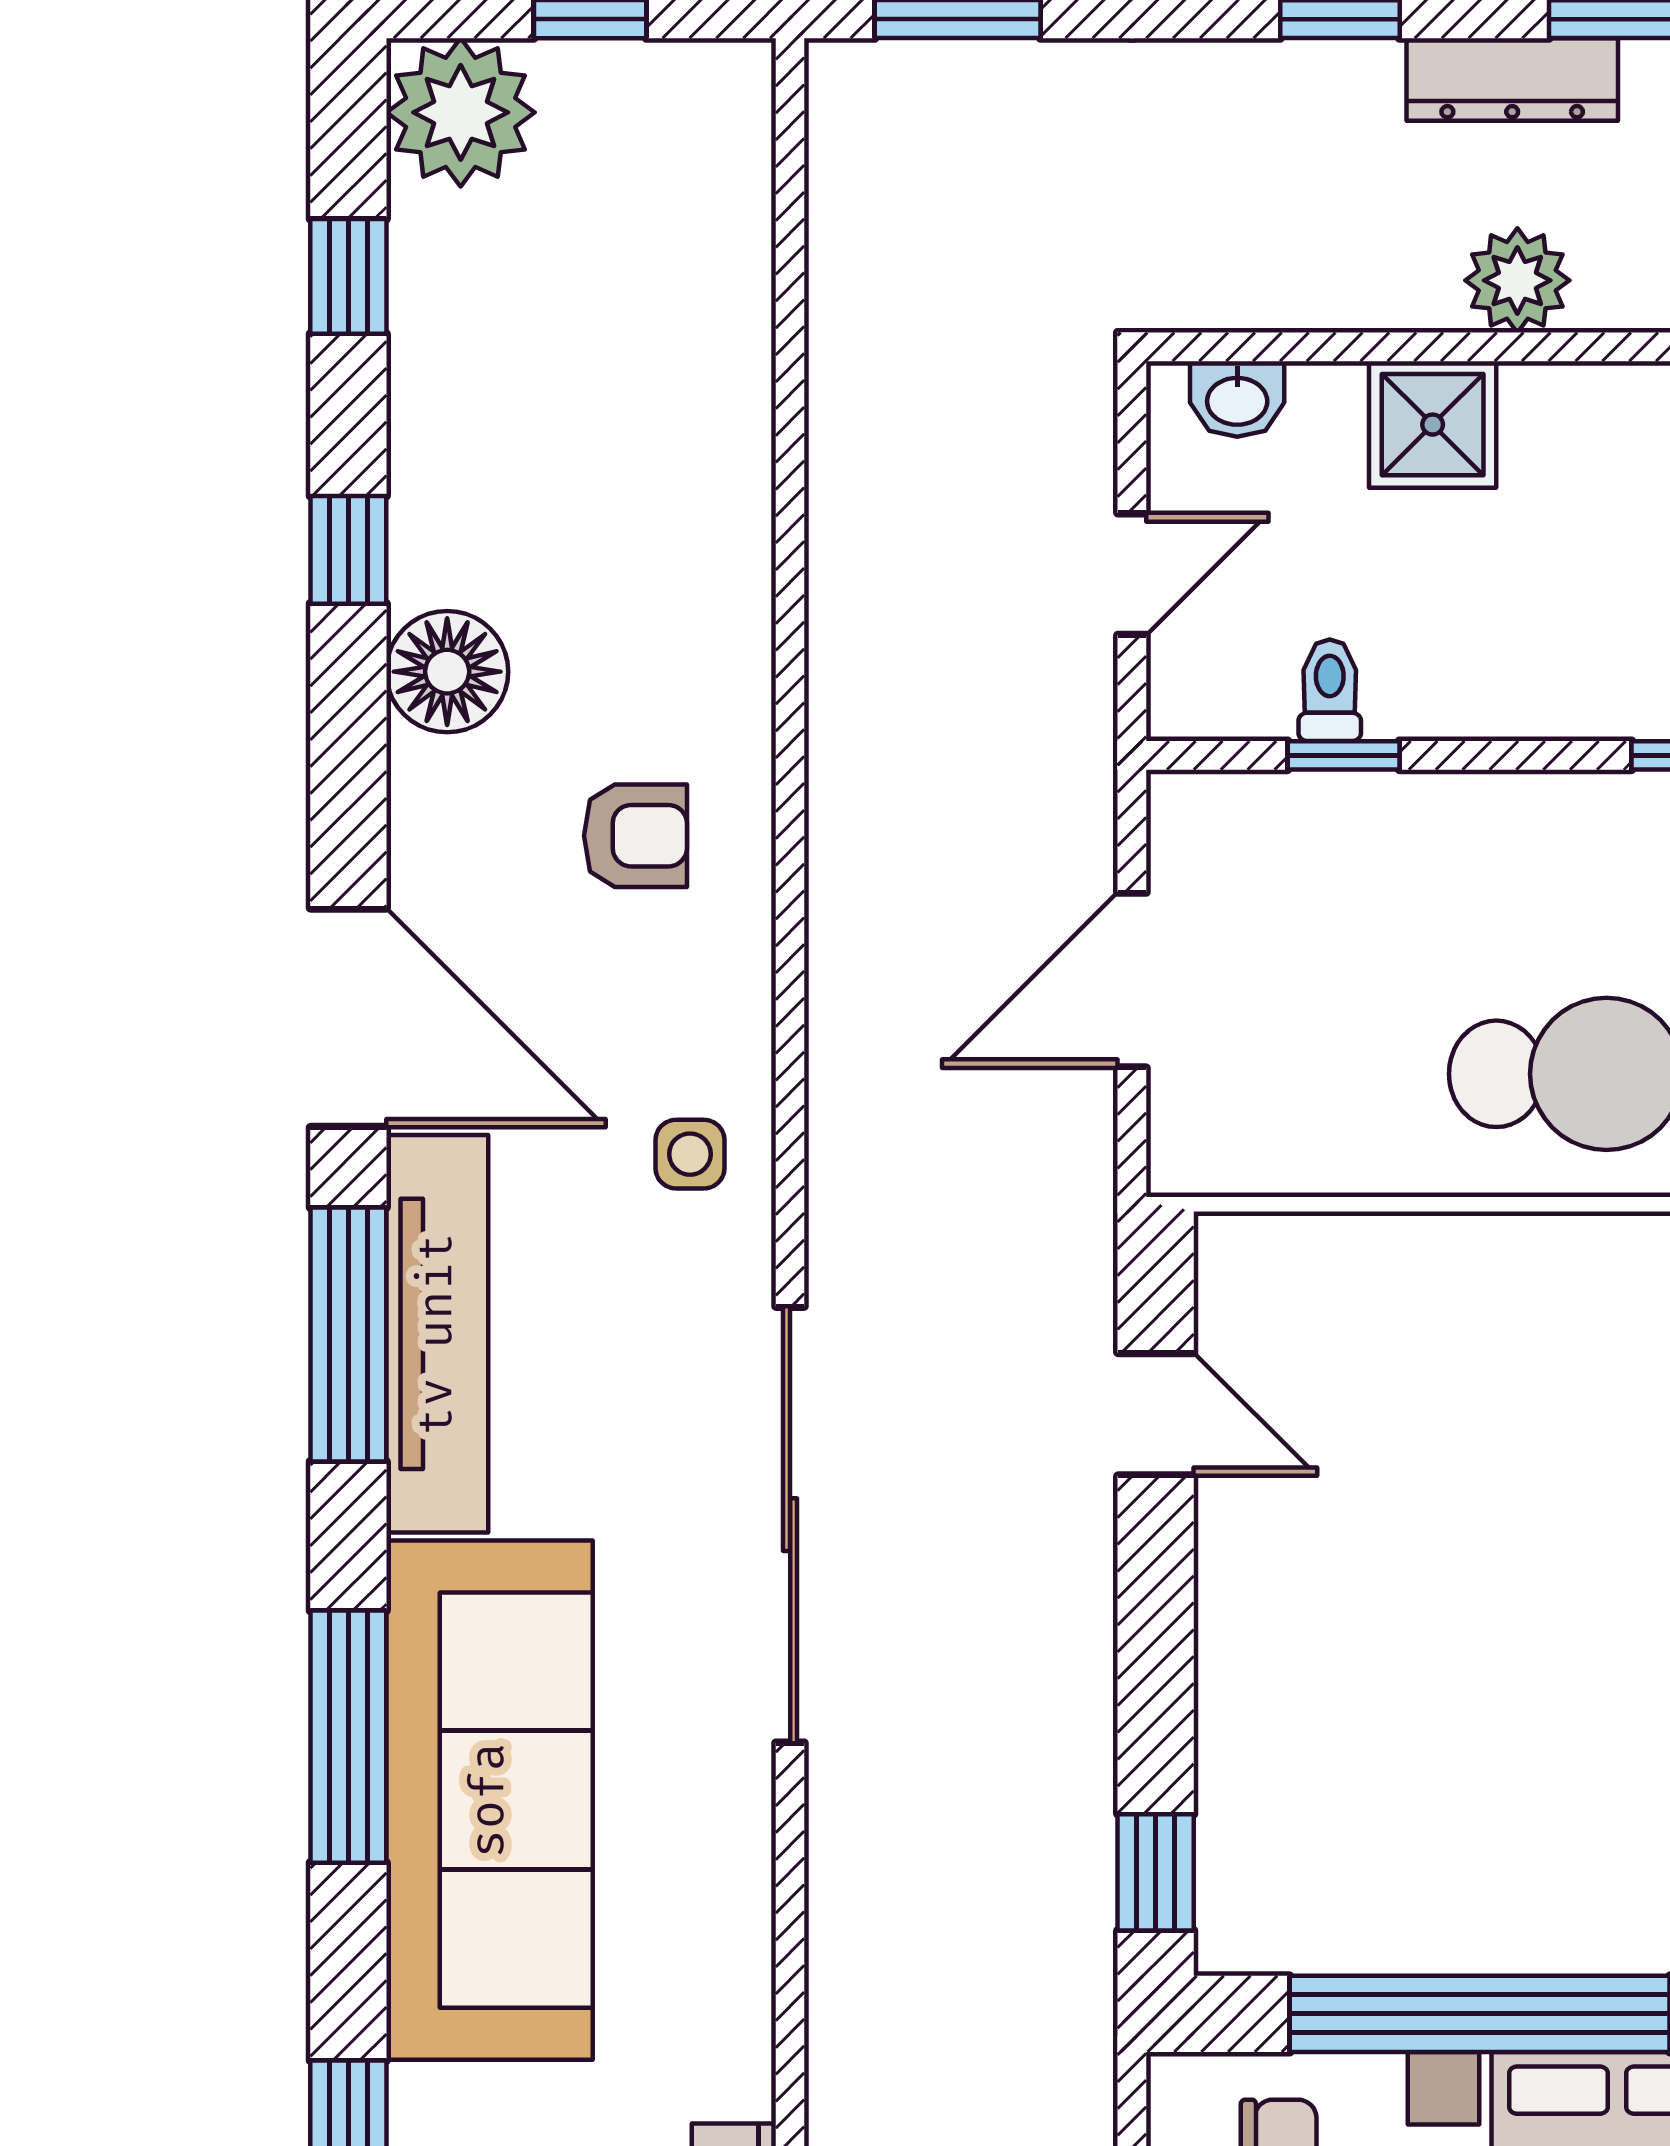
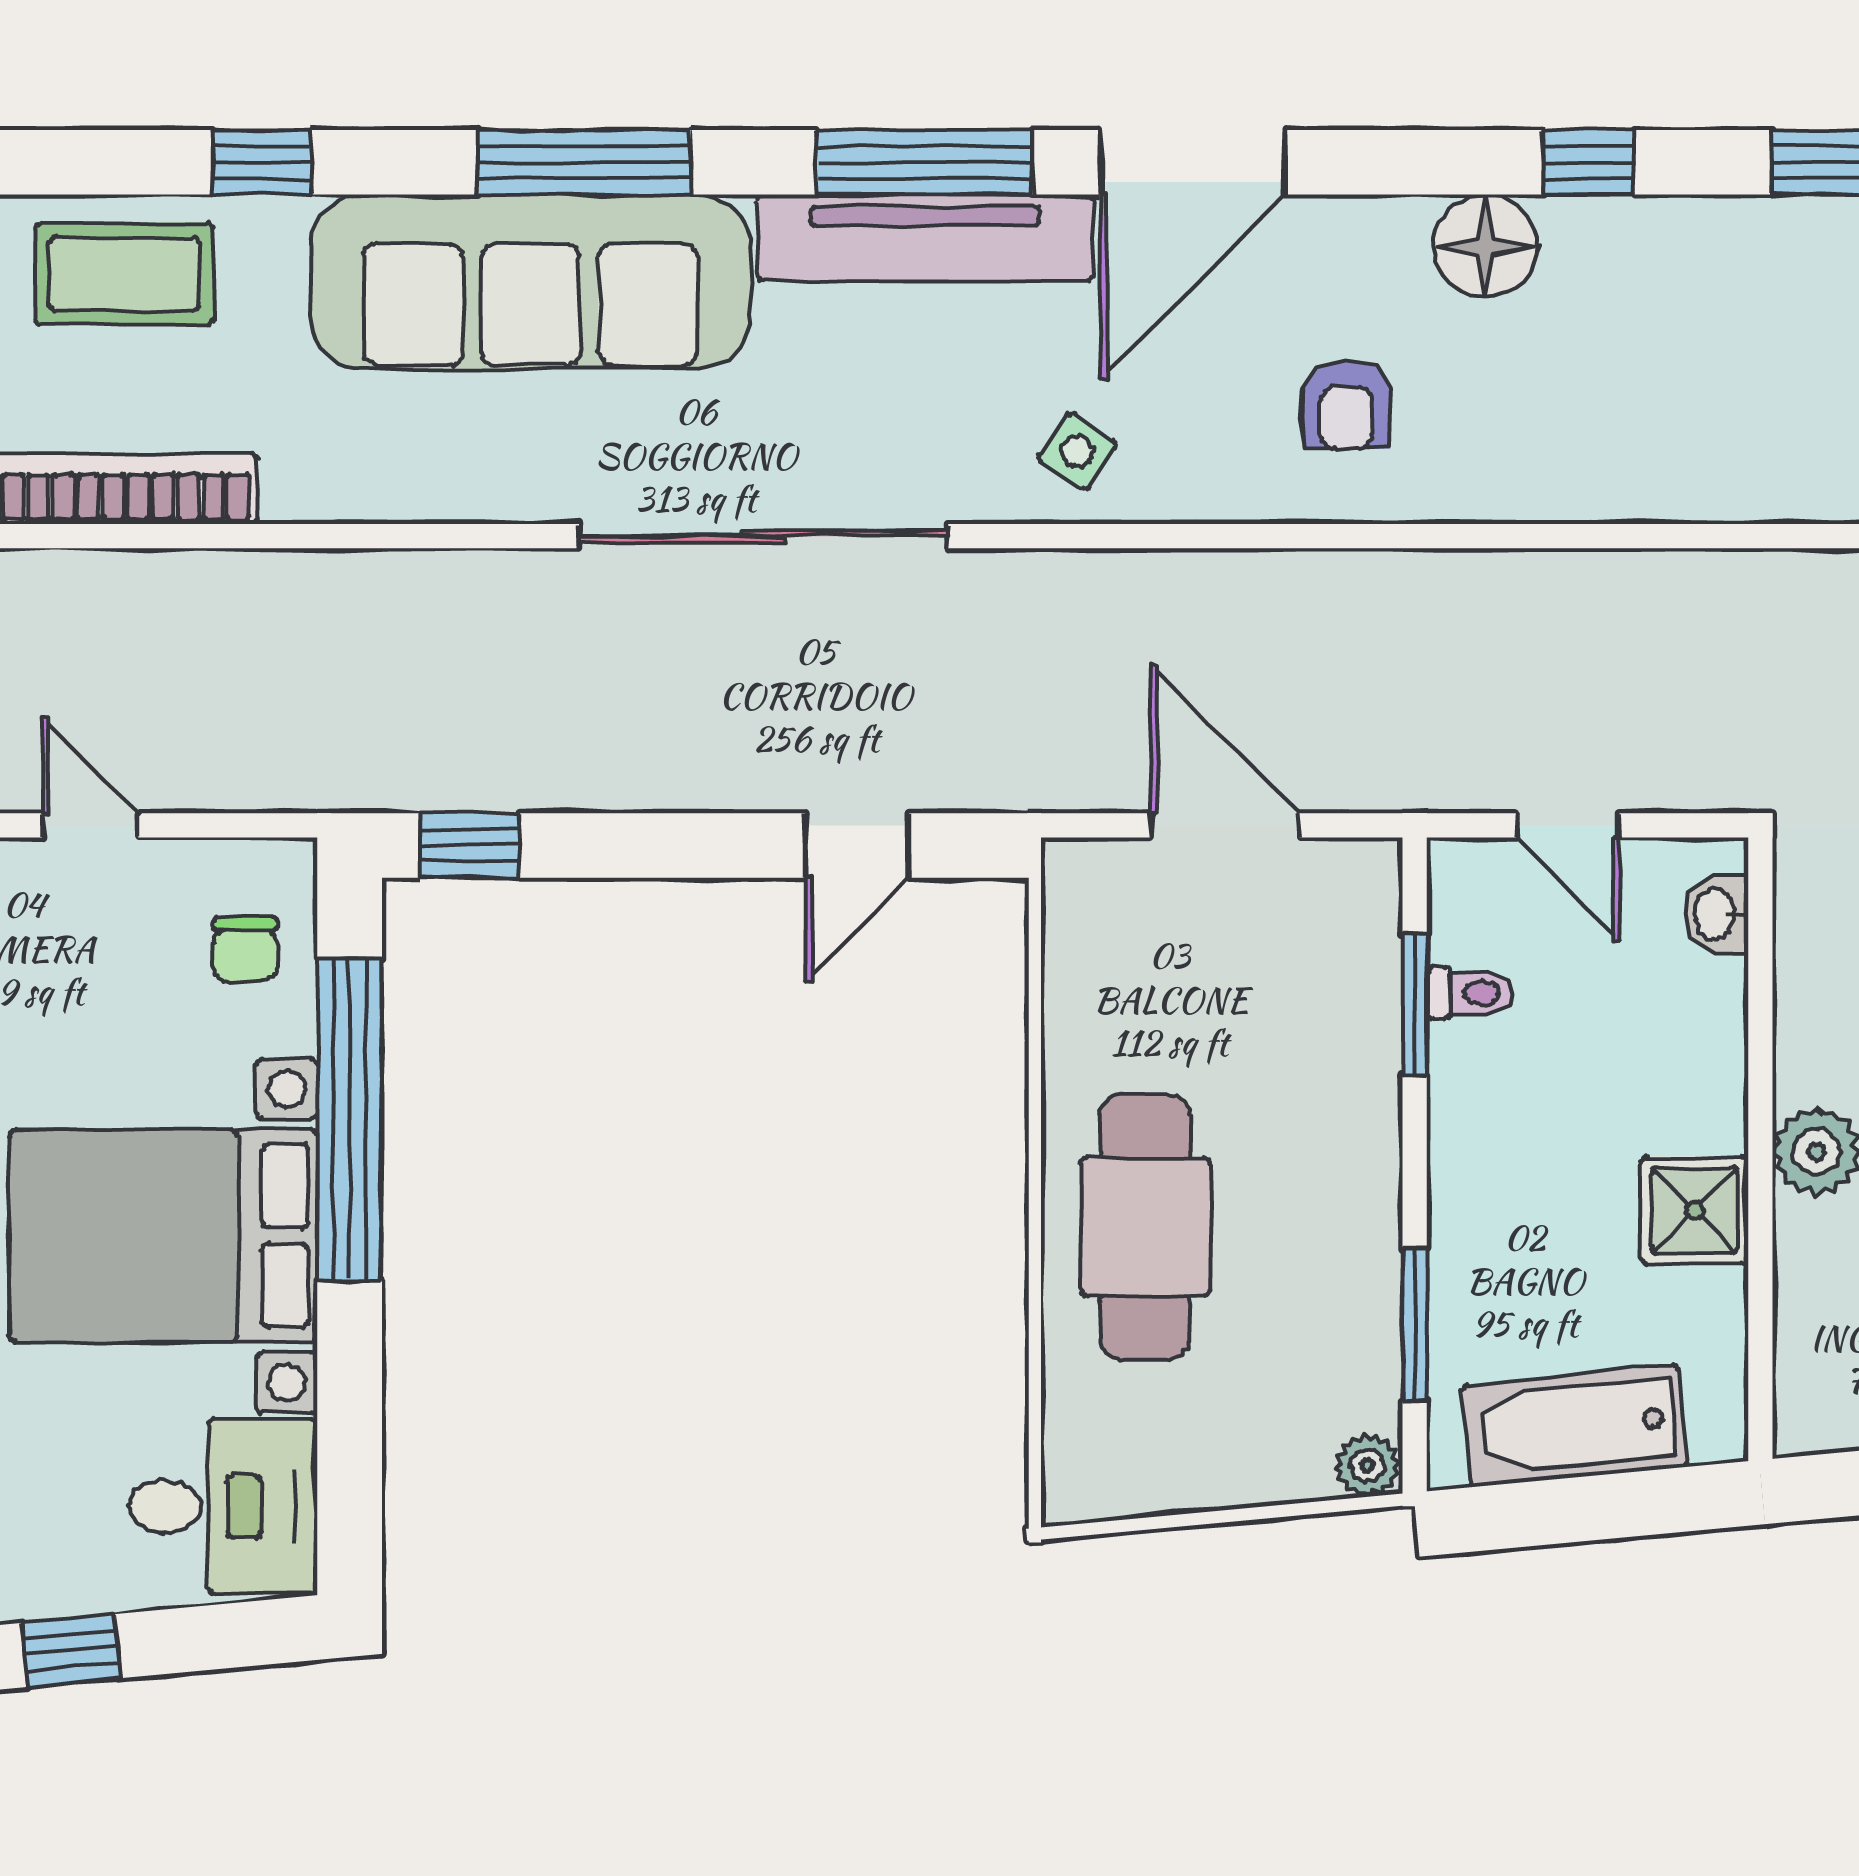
shower: (1433, 425) -> (1695, 1210), moved
window: (1344, 755) -> (1415, 1005), width x1.50
side table: (690, 1154) -> (1077, 451), turned 34

